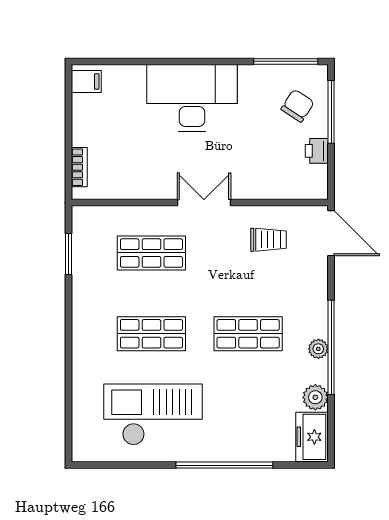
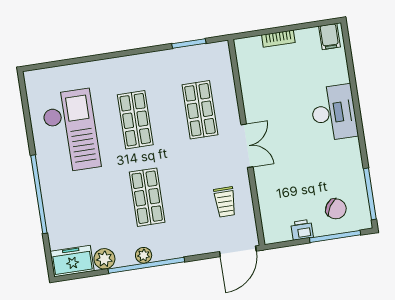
desk: (192, 98) -> (334, 113), width x0.73, depth x0.77
bookcase: (79, 167) -> (278, 39), moved

